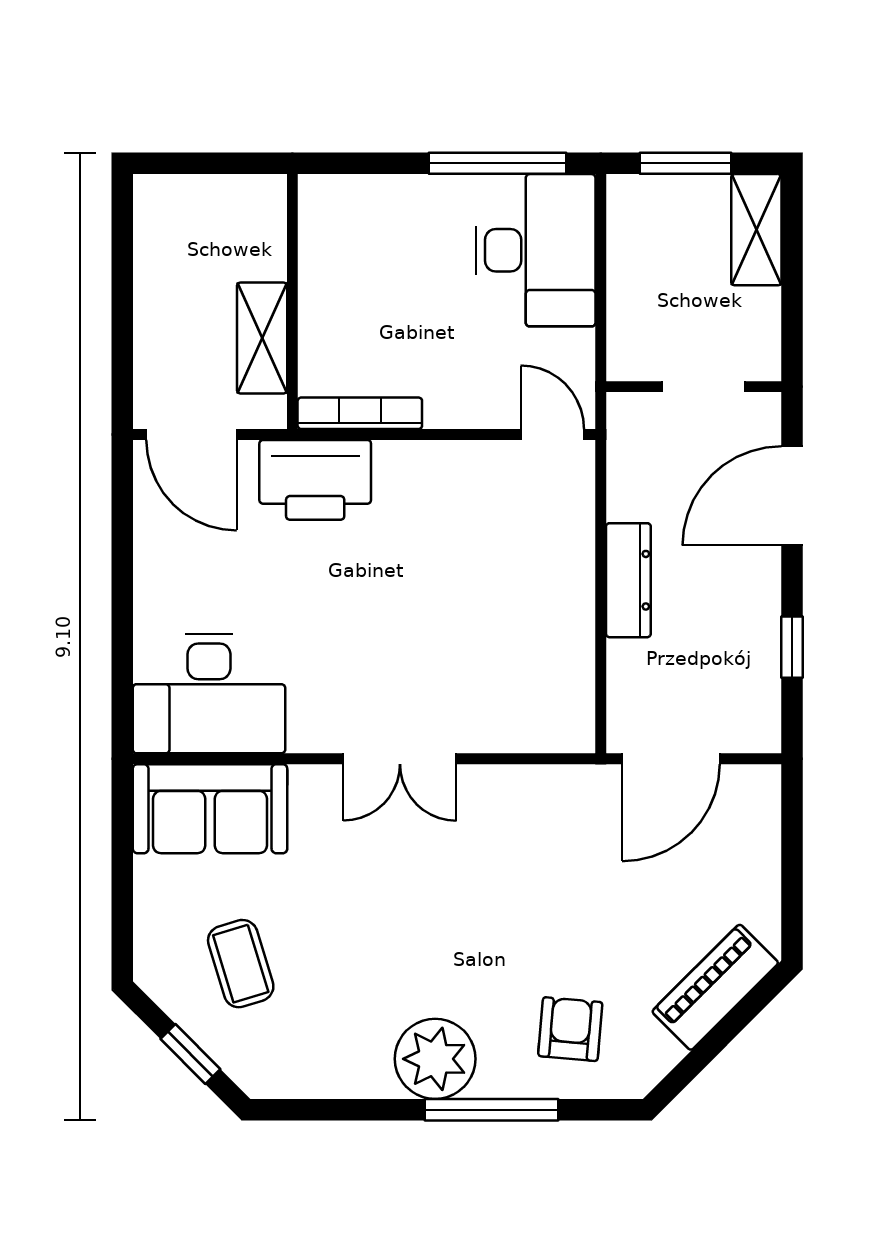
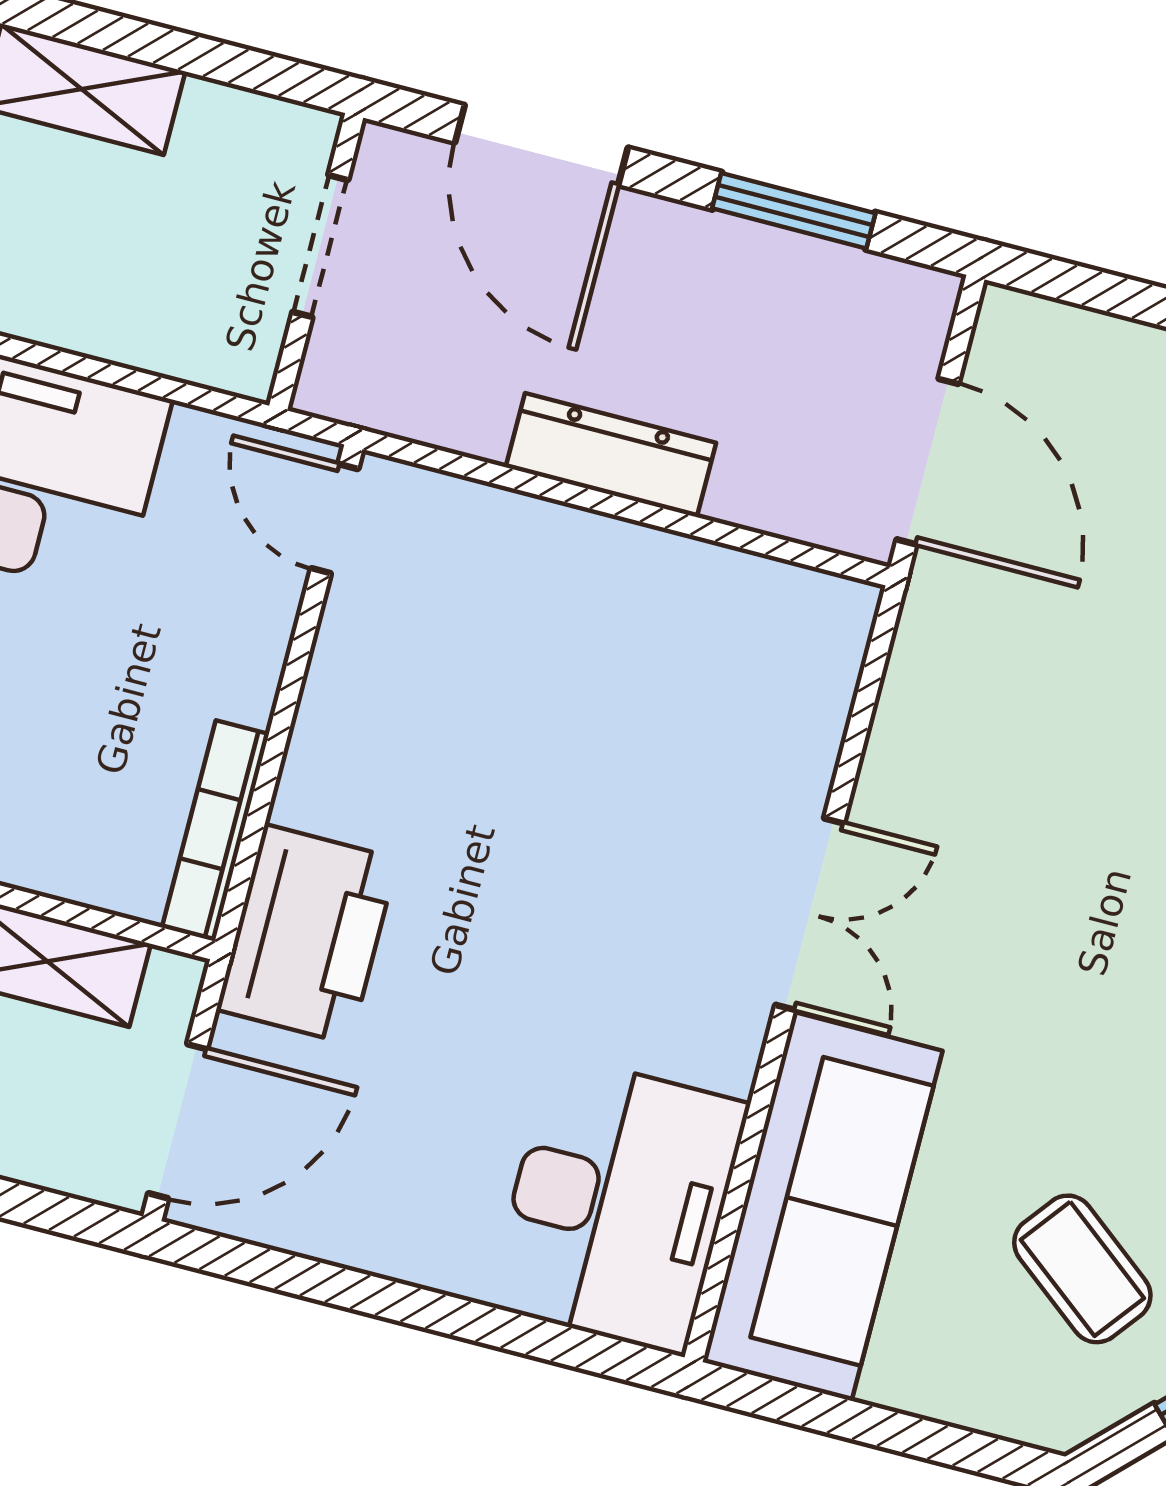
door: (552, 434) -> (335, 519), hinge flipped
window: (792, 647) -> (794, 211), width x1.50
sofa: (210, 809) -> (823, 1206), width x1.36
coffee table: (241, 964) -> (1082, 1269), turned 55

